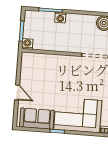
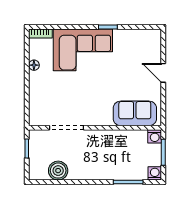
washing machine: (60, 18) -> (155, 173), moved
sofa: (37, 119) -> (135, 113), moved, turned 180

